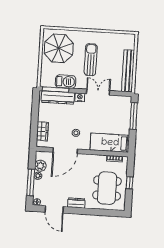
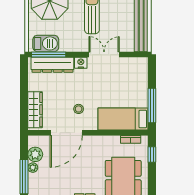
barbecue: (66, 82) -> (46, 43), moved
window: (134, 116) -> (152, 106), moved
wardrobe: (42, 131) -> (35, 110), width x1.50
window: (130, 183) -> (152, 155), moved

